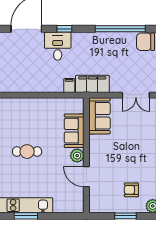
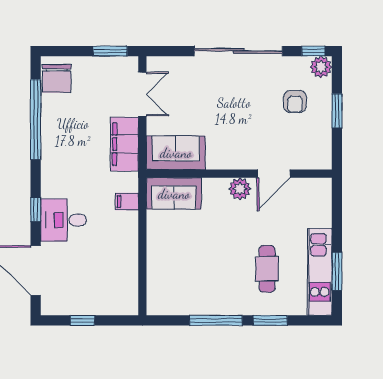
filing cabinet: (92, 84) -> (124, 144), moved
sofa: (74, 131) -> (174, 194), moved
cafe table: (27, 152) -> (267, 269), moved

